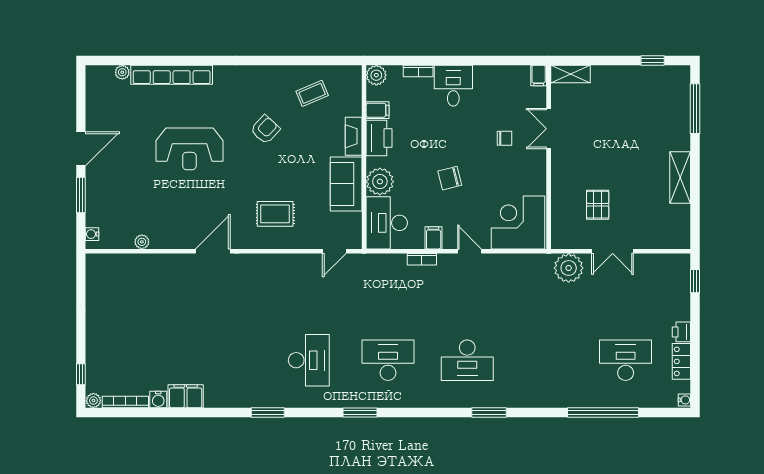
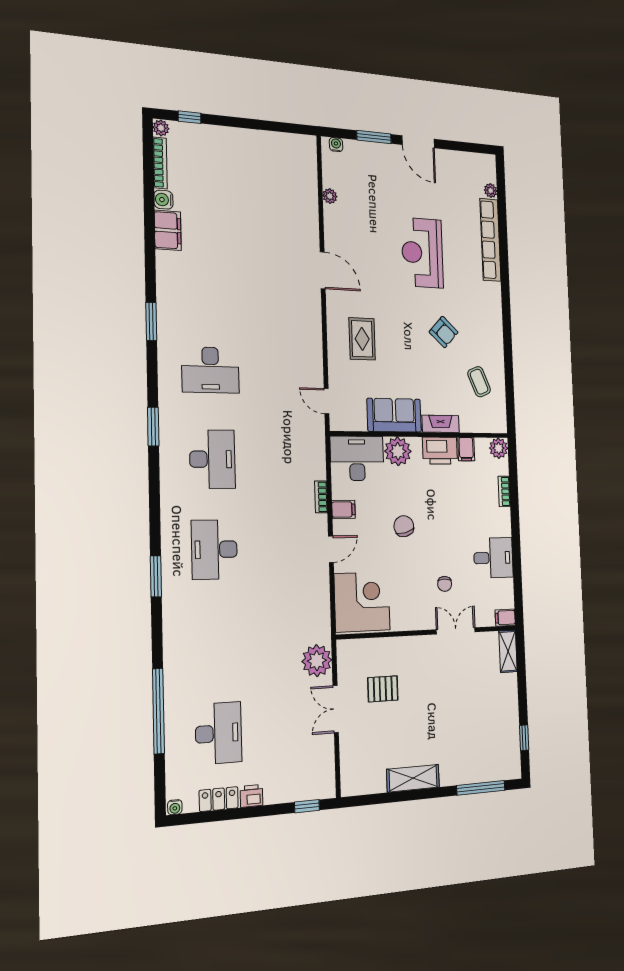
desk: (453, 86) -> (493, 558), moved

